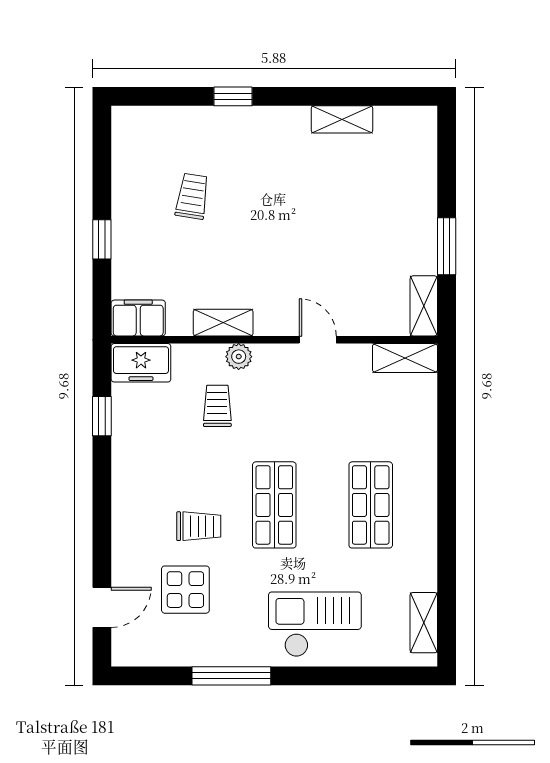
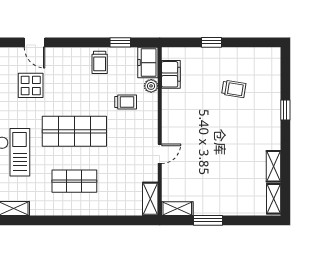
filing cabinet: (138, 318) -> (171, 74), moved
shelving: (223, 323) -> (274, 199), moved
plant: (239, 357) -> (151, 86), moved
shop shelf: (274, 505) -> (74, 131), width x1.43, depth x1.36
trolley: (199, 526) -> (100, 62), moved
door: (102, 607) -> (35, 42), moved

